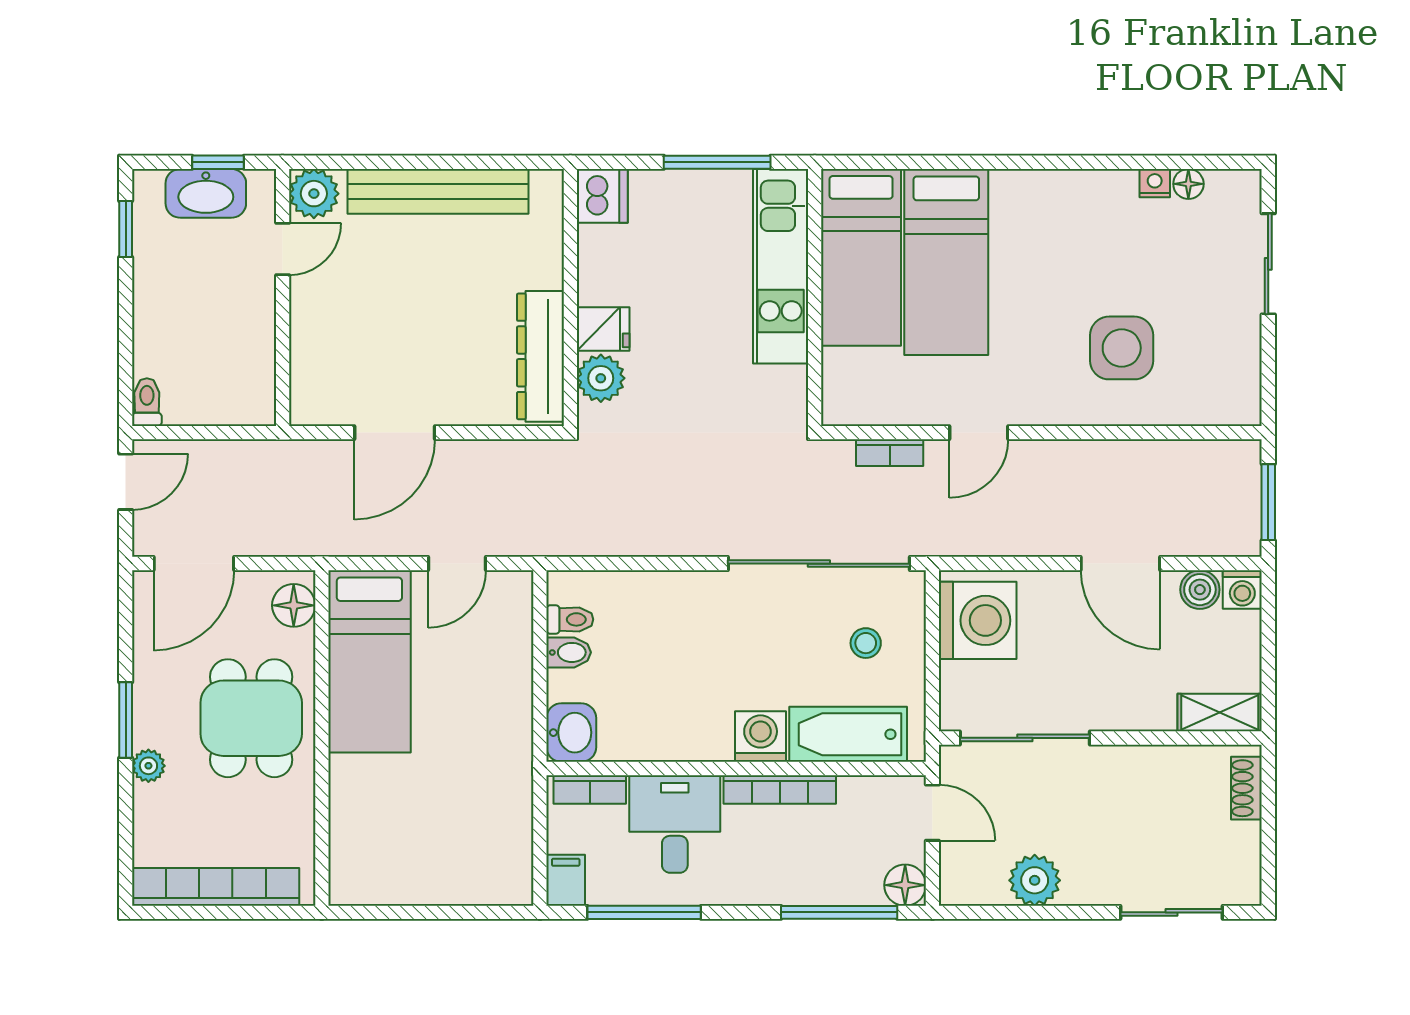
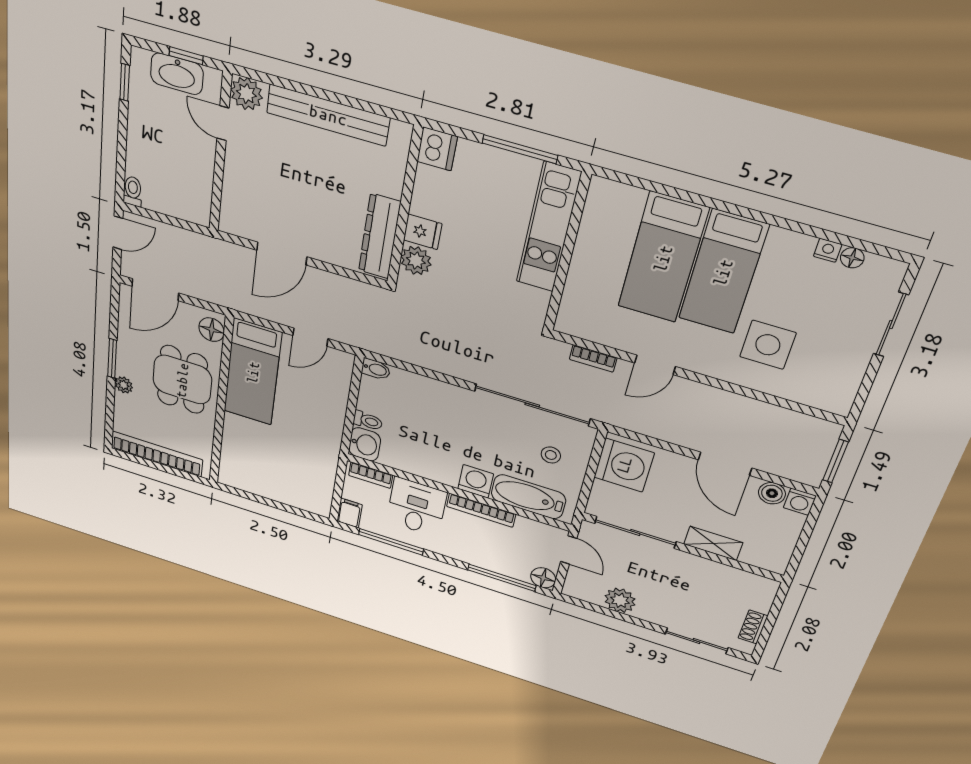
door: (283, 249) -> (223, 123), swing flipped
bed: (861, 257) -> (723, 272), moved
toilet: (570, 619) -> (368, 421), moved
bidet: (569, 652) -> (376, 369), moved
shelving: (1220, 713) -> (713, 543), moved
shoe rack: (1246, 788) -> (753, 627), moved

